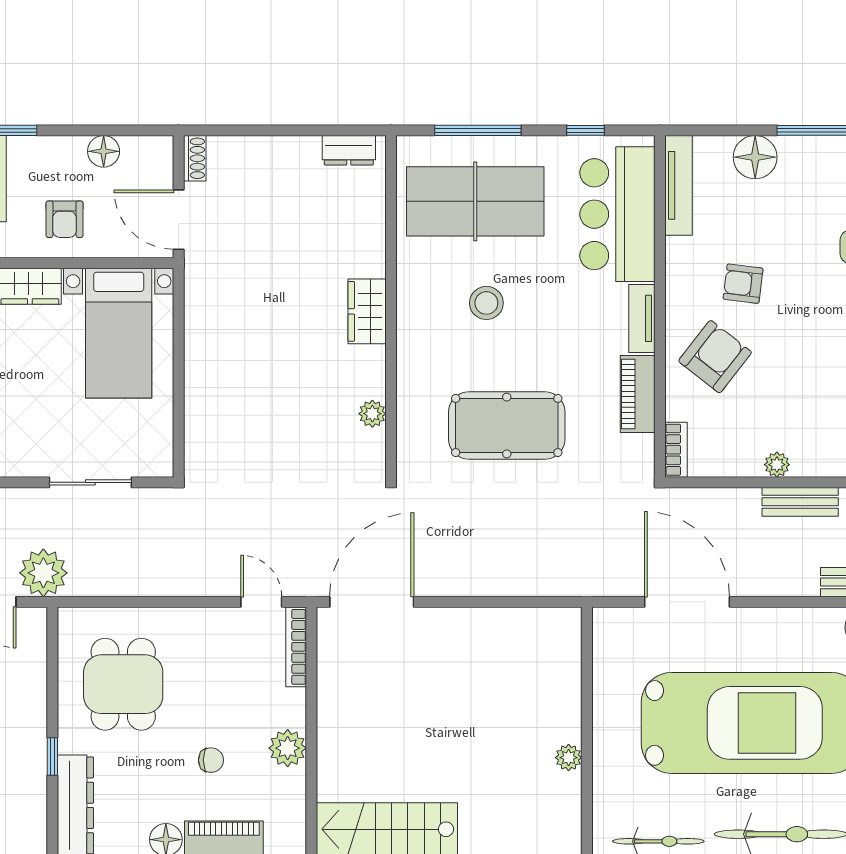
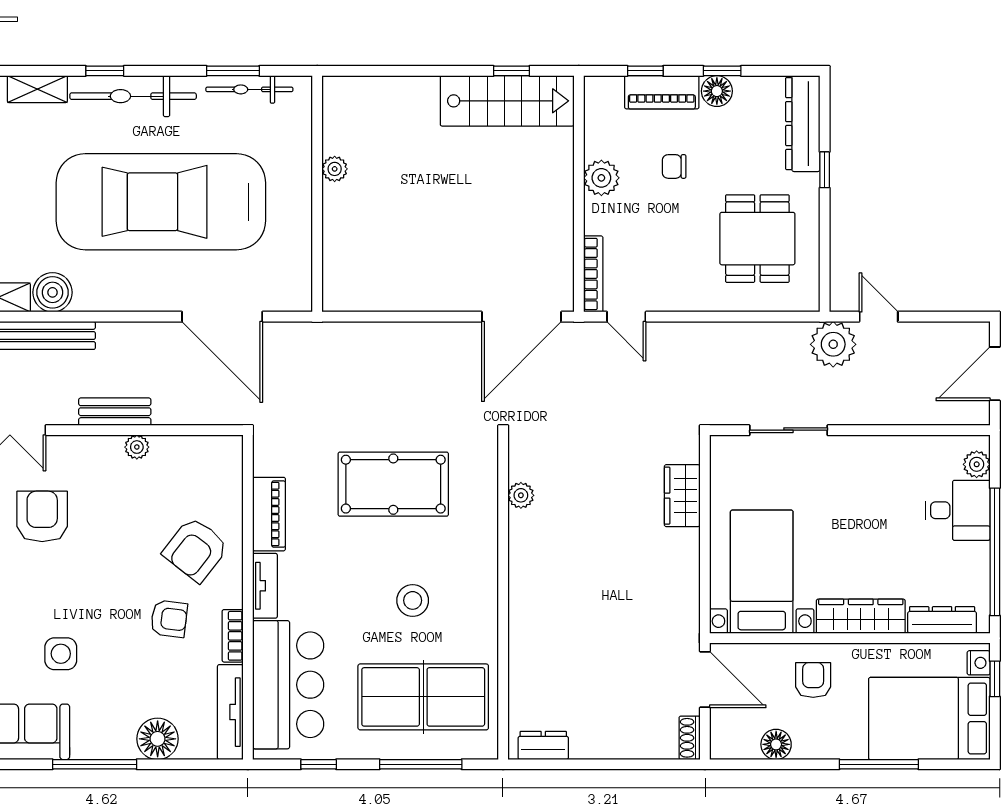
wardrobe: (367, 311) -> (682, 496), moved, turned 180
bookcase: (676, 450) -> (233, 636), moved

